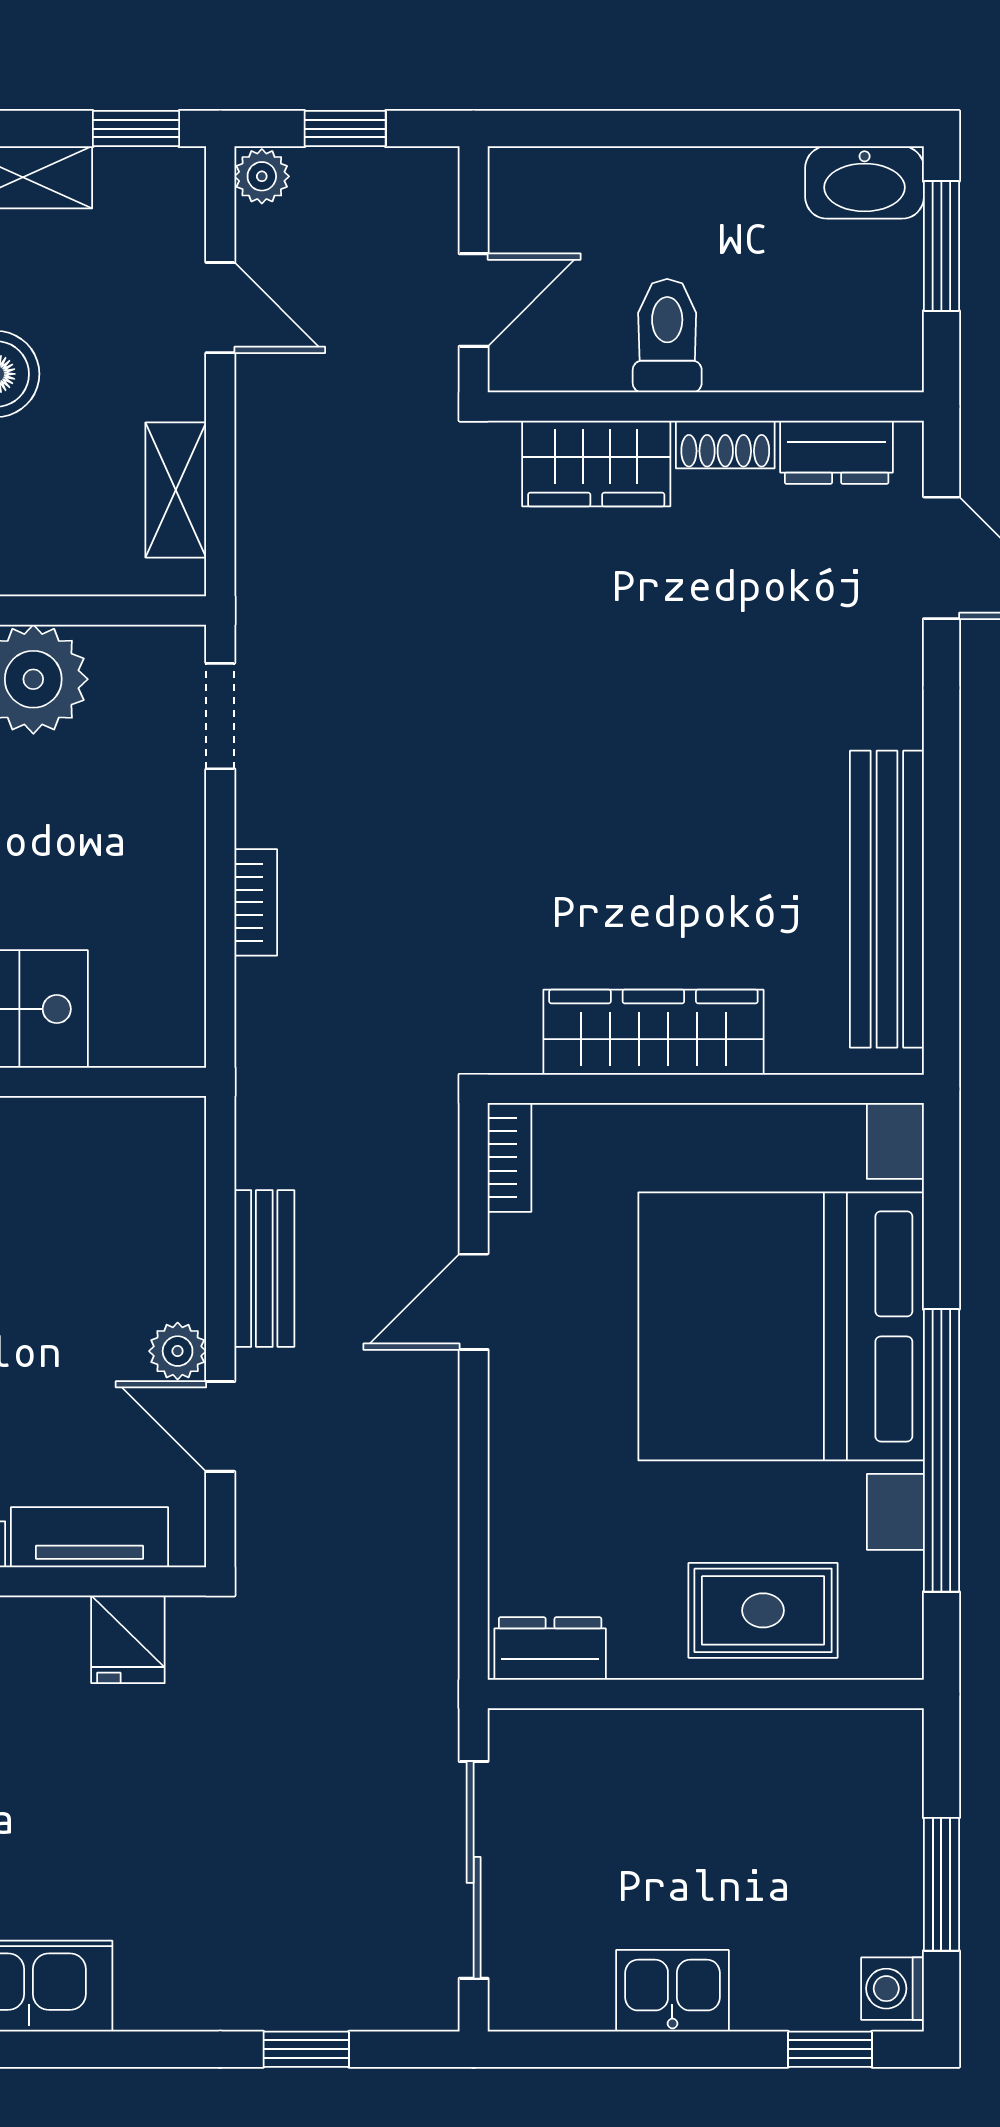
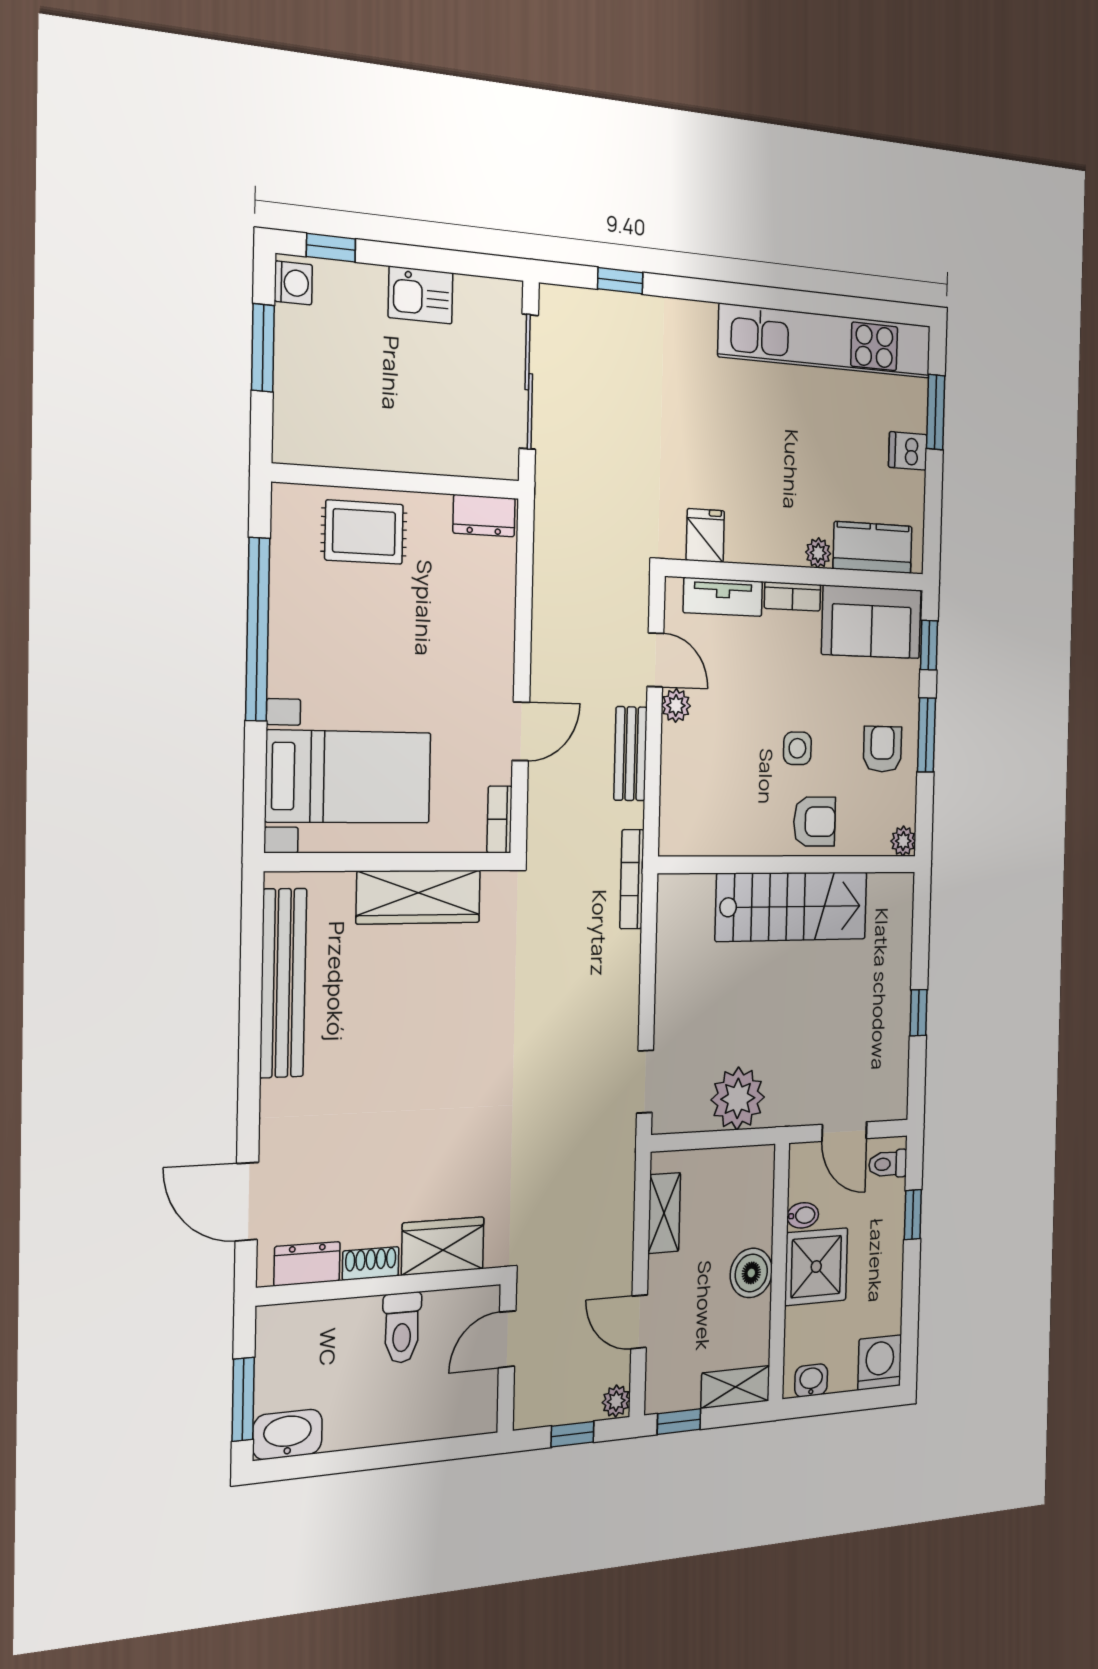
bookcase: (256, 902) -> (632, 879), moved, width x1.56
bed with nightstands: (781, 1326) -> (349, 777), width x0.54

